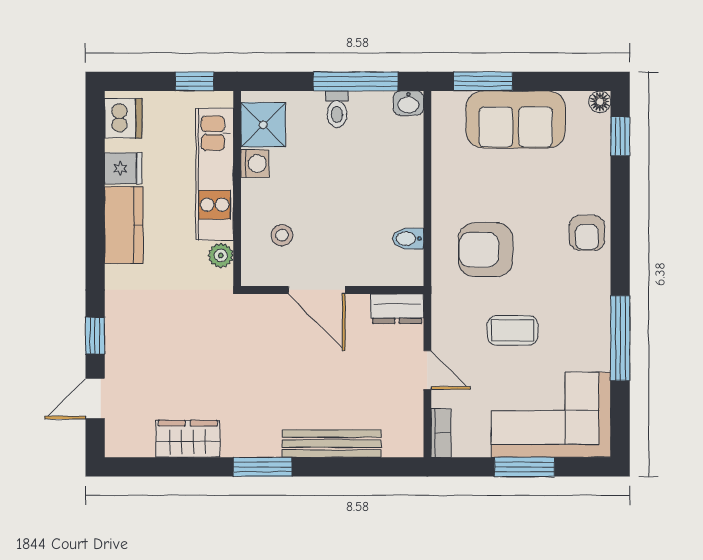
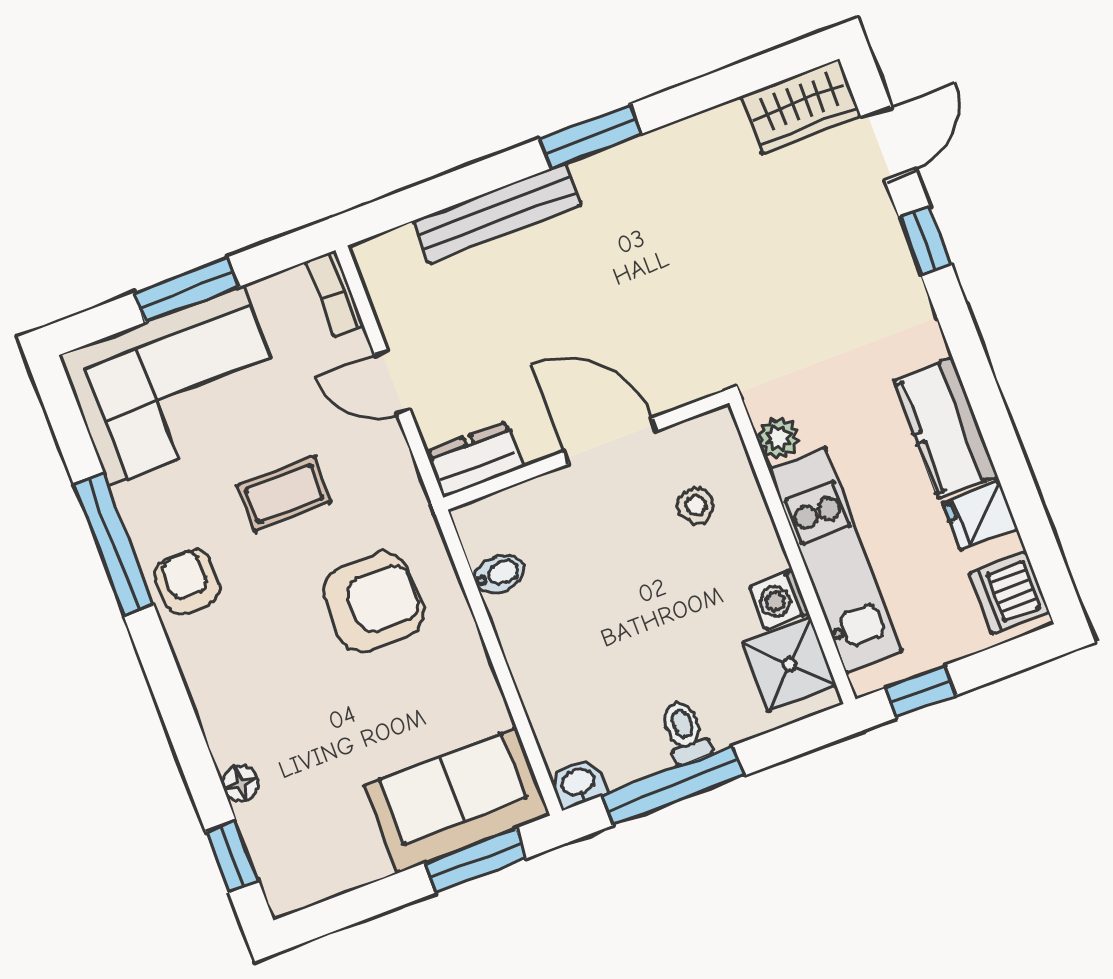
floor lamp: (600, 102) -> (240, 783), moved
sofa: (516, 119) -> (457, 800), moved
armchair: (587, 233) -> (187, 582), moved
wardrobe: (188, 439) -> (801, 106), moved

